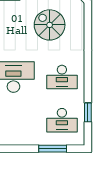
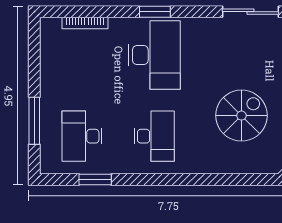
desk: (62, 77) -> (154, 136), turned 180

